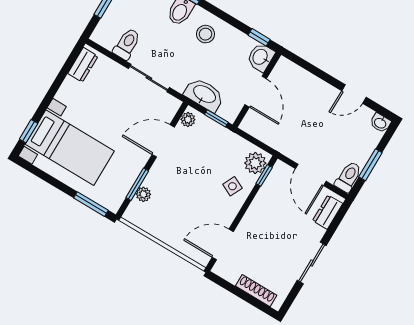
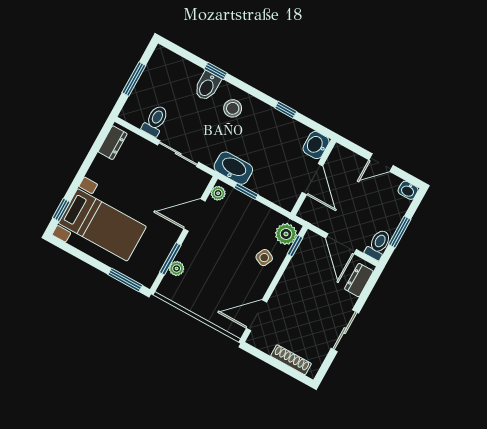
washbasin: (261, 57) -> (316, 145), moved
wall: (257, 90) -> (313, 177), moved
door: (256, 92) -> (312, 179), moved

